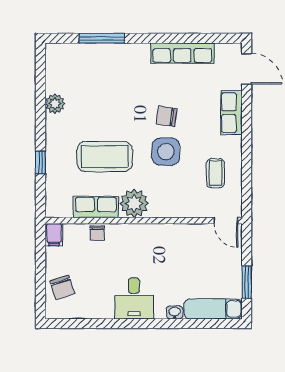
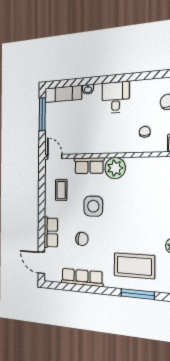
chair: (167, 116) -> (82, 239), moved
coffee table: (105, 157) -> (134, 266), moved
row of seats: (96, 207) -> (89, 166), moved
chair: (97, 233) -> (145, 132), moved
window: (247, 282) -> (42, 114), width x1.44

